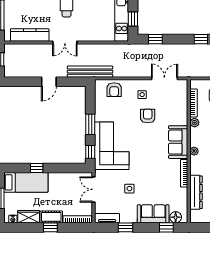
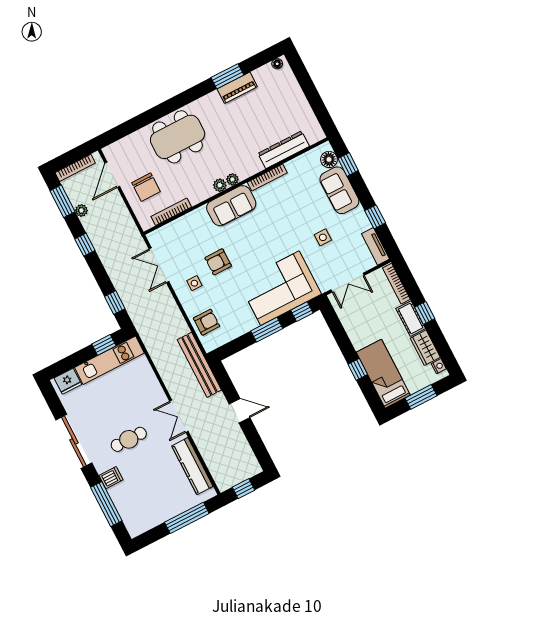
double door: (65, 43) -> (179, 416), swing flipped
plant: (195, 123) -> (220, 185), moved

